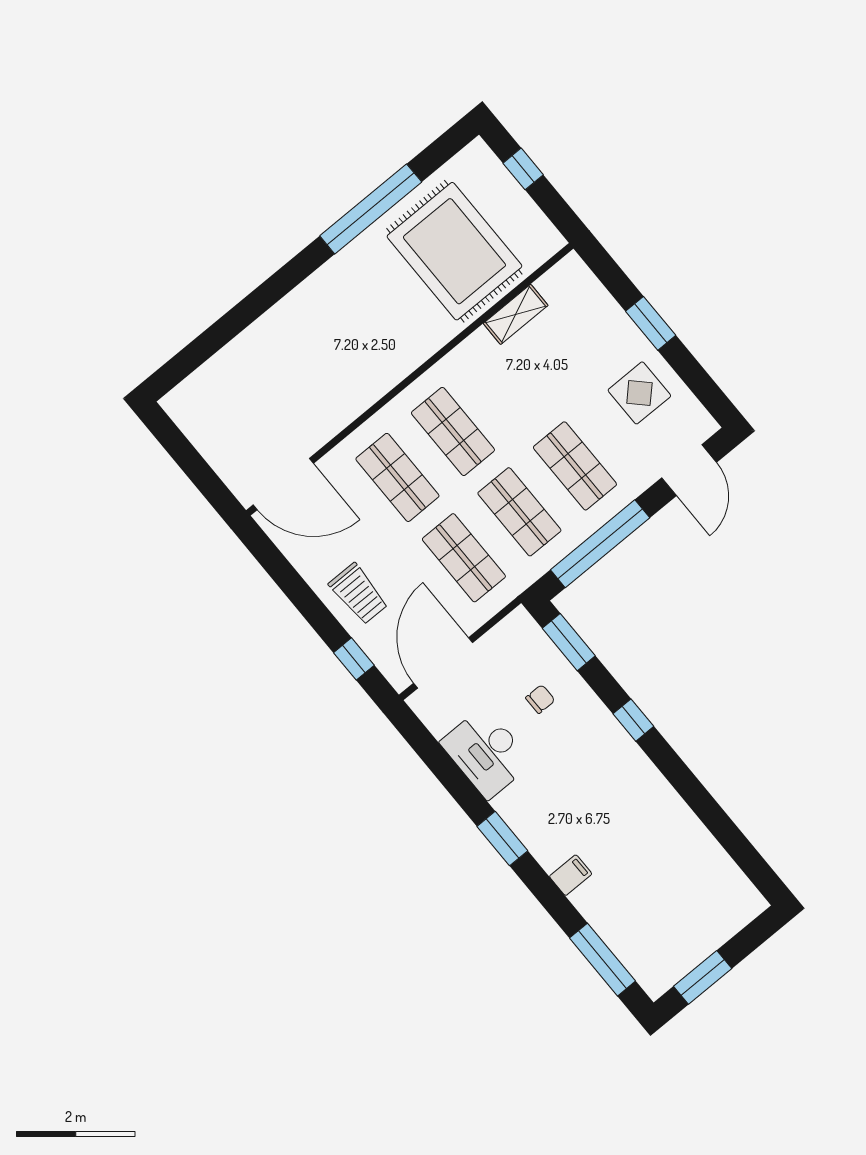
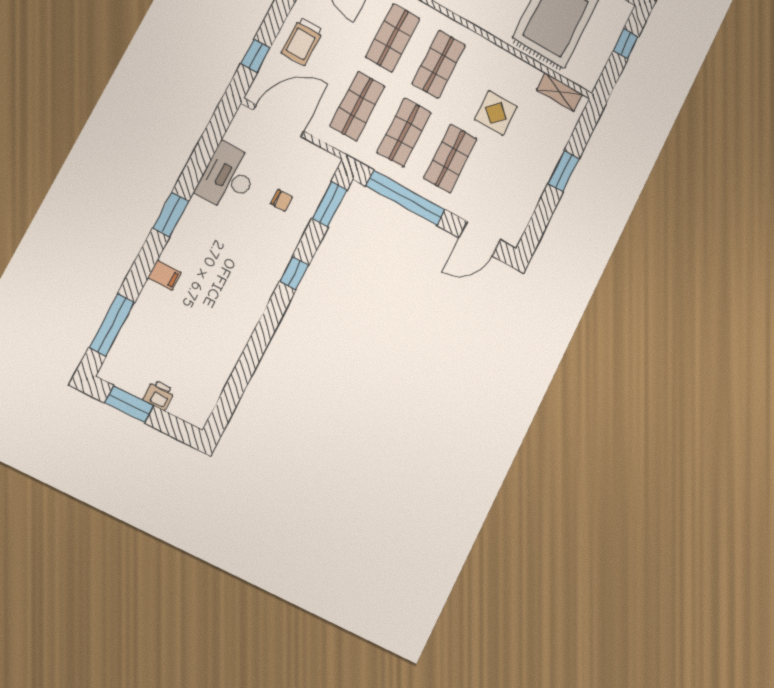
shelving: (516, 314) -> (560, 92), moved
display table: (639, 393) -> (496, 113), moved
printer: (707, 939) -> (159, 395), added

